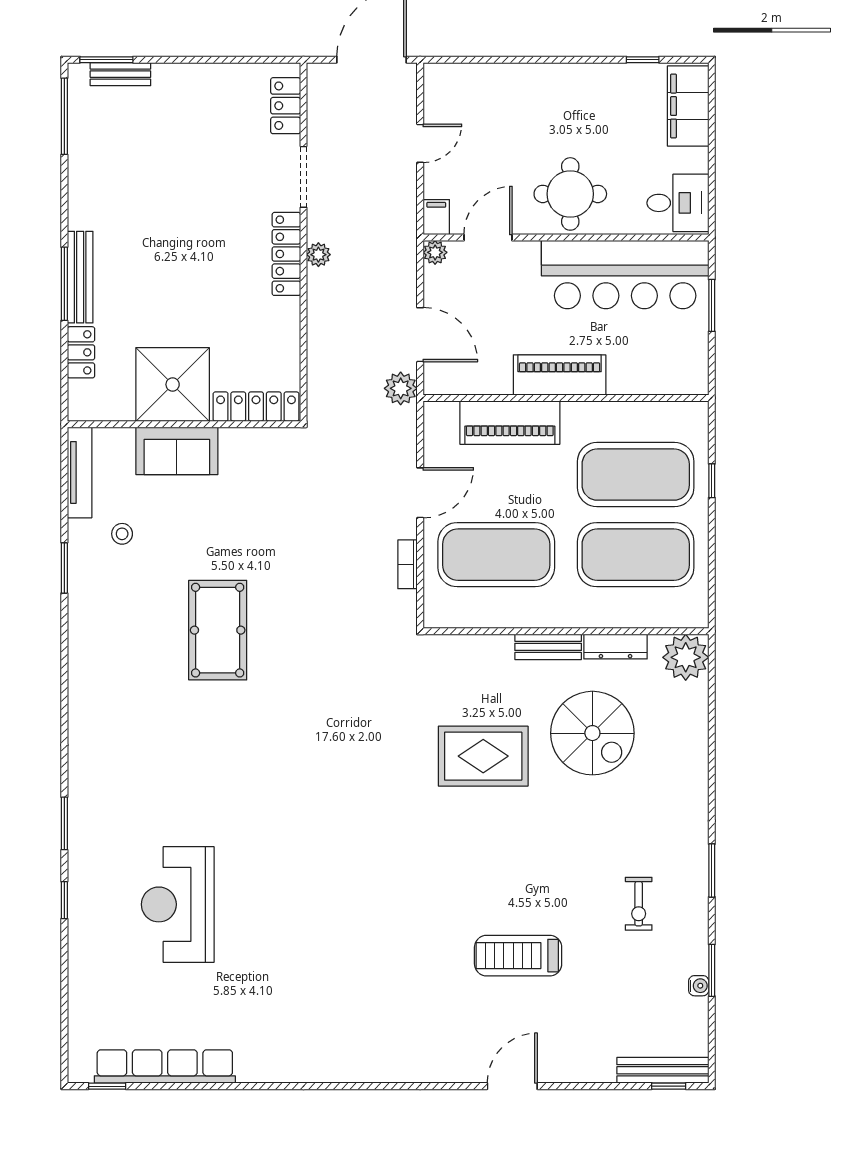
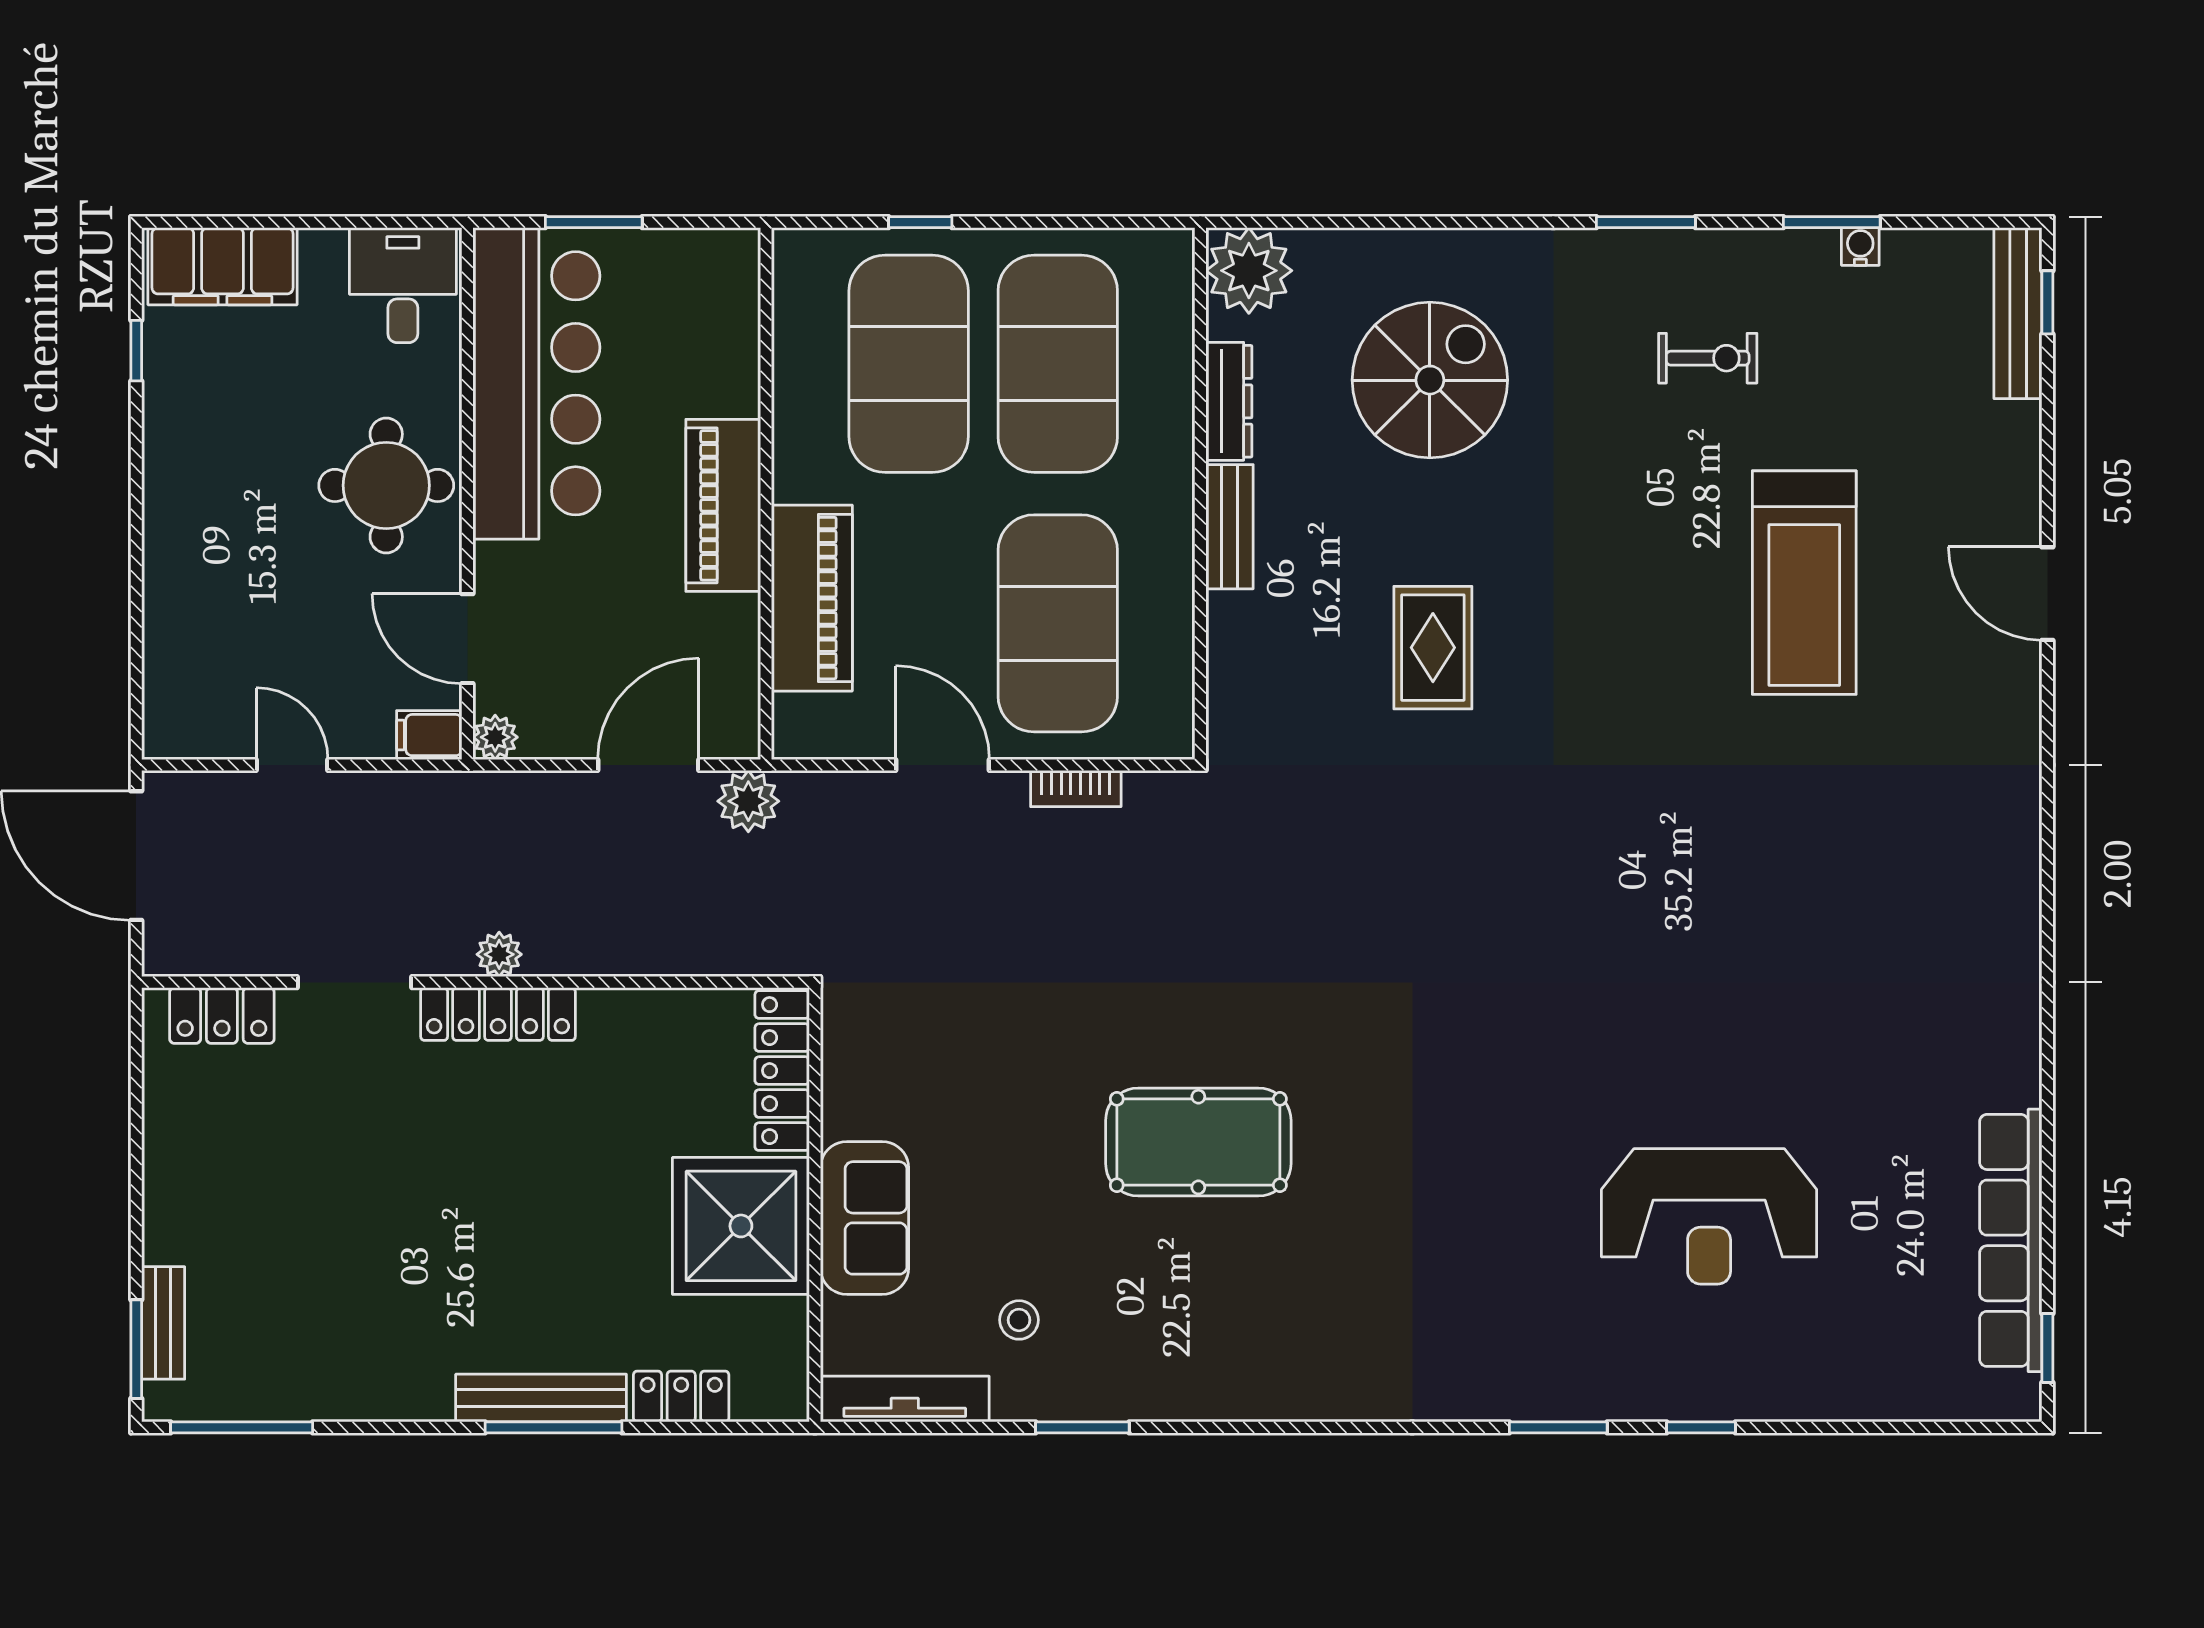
spiral stairs: (592, 733) -> (1430, 380), moved
rug: (483, 756) -> (1433, 648), width x0.73, depth x0.70
treadmill: (518, 956) -> (1804, 583), width x1.37, depth x1.37

